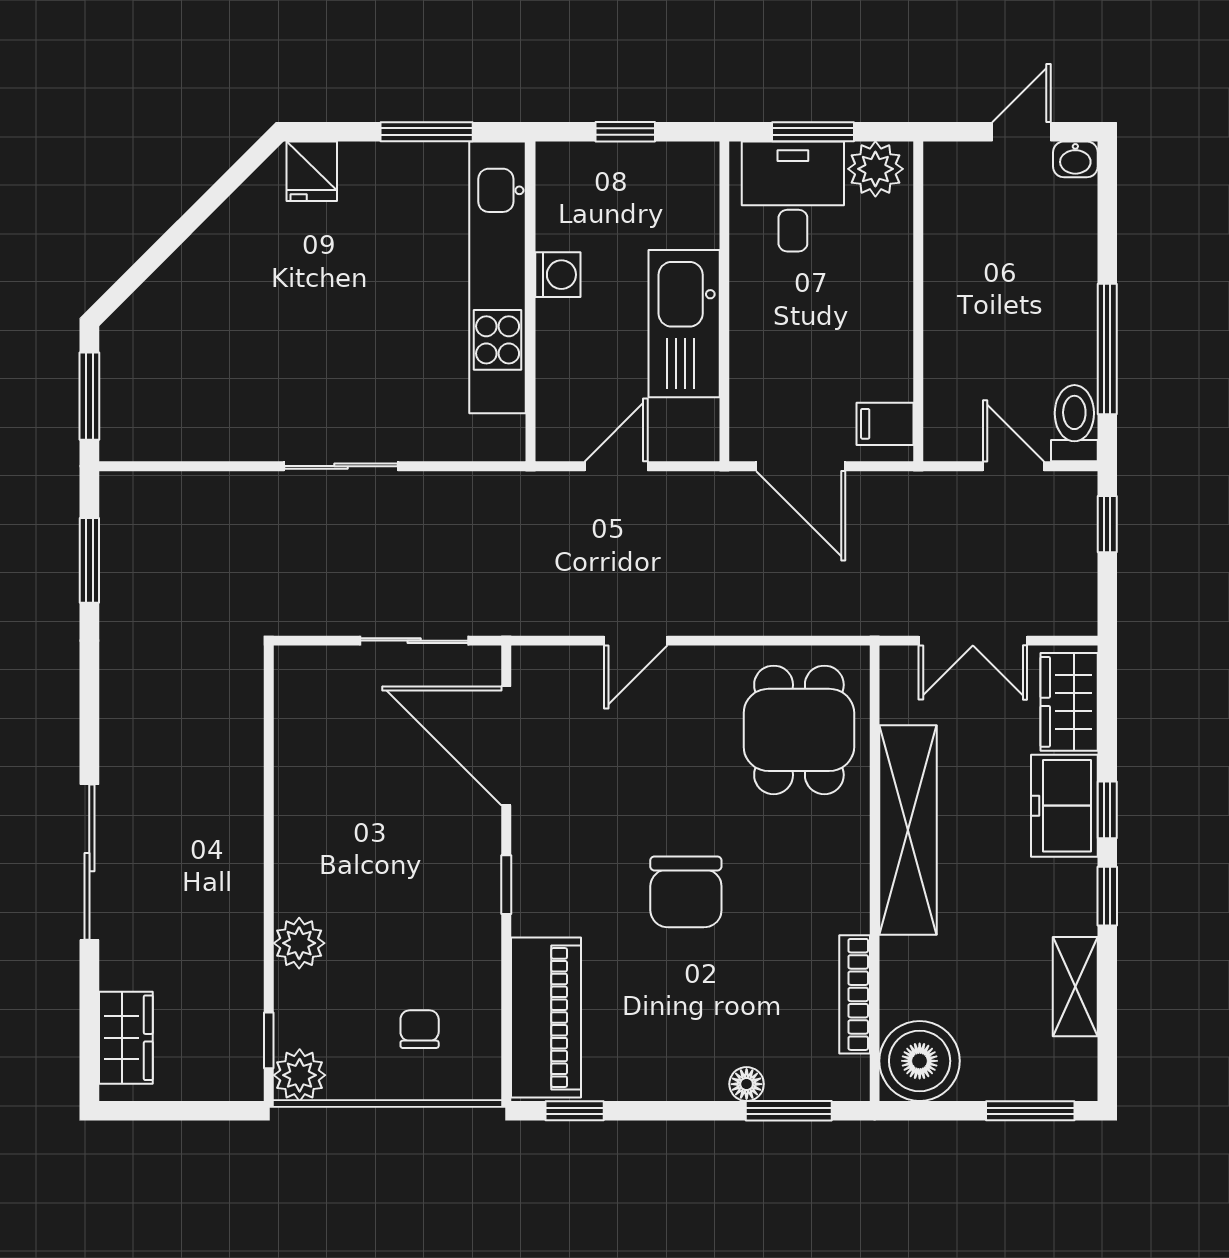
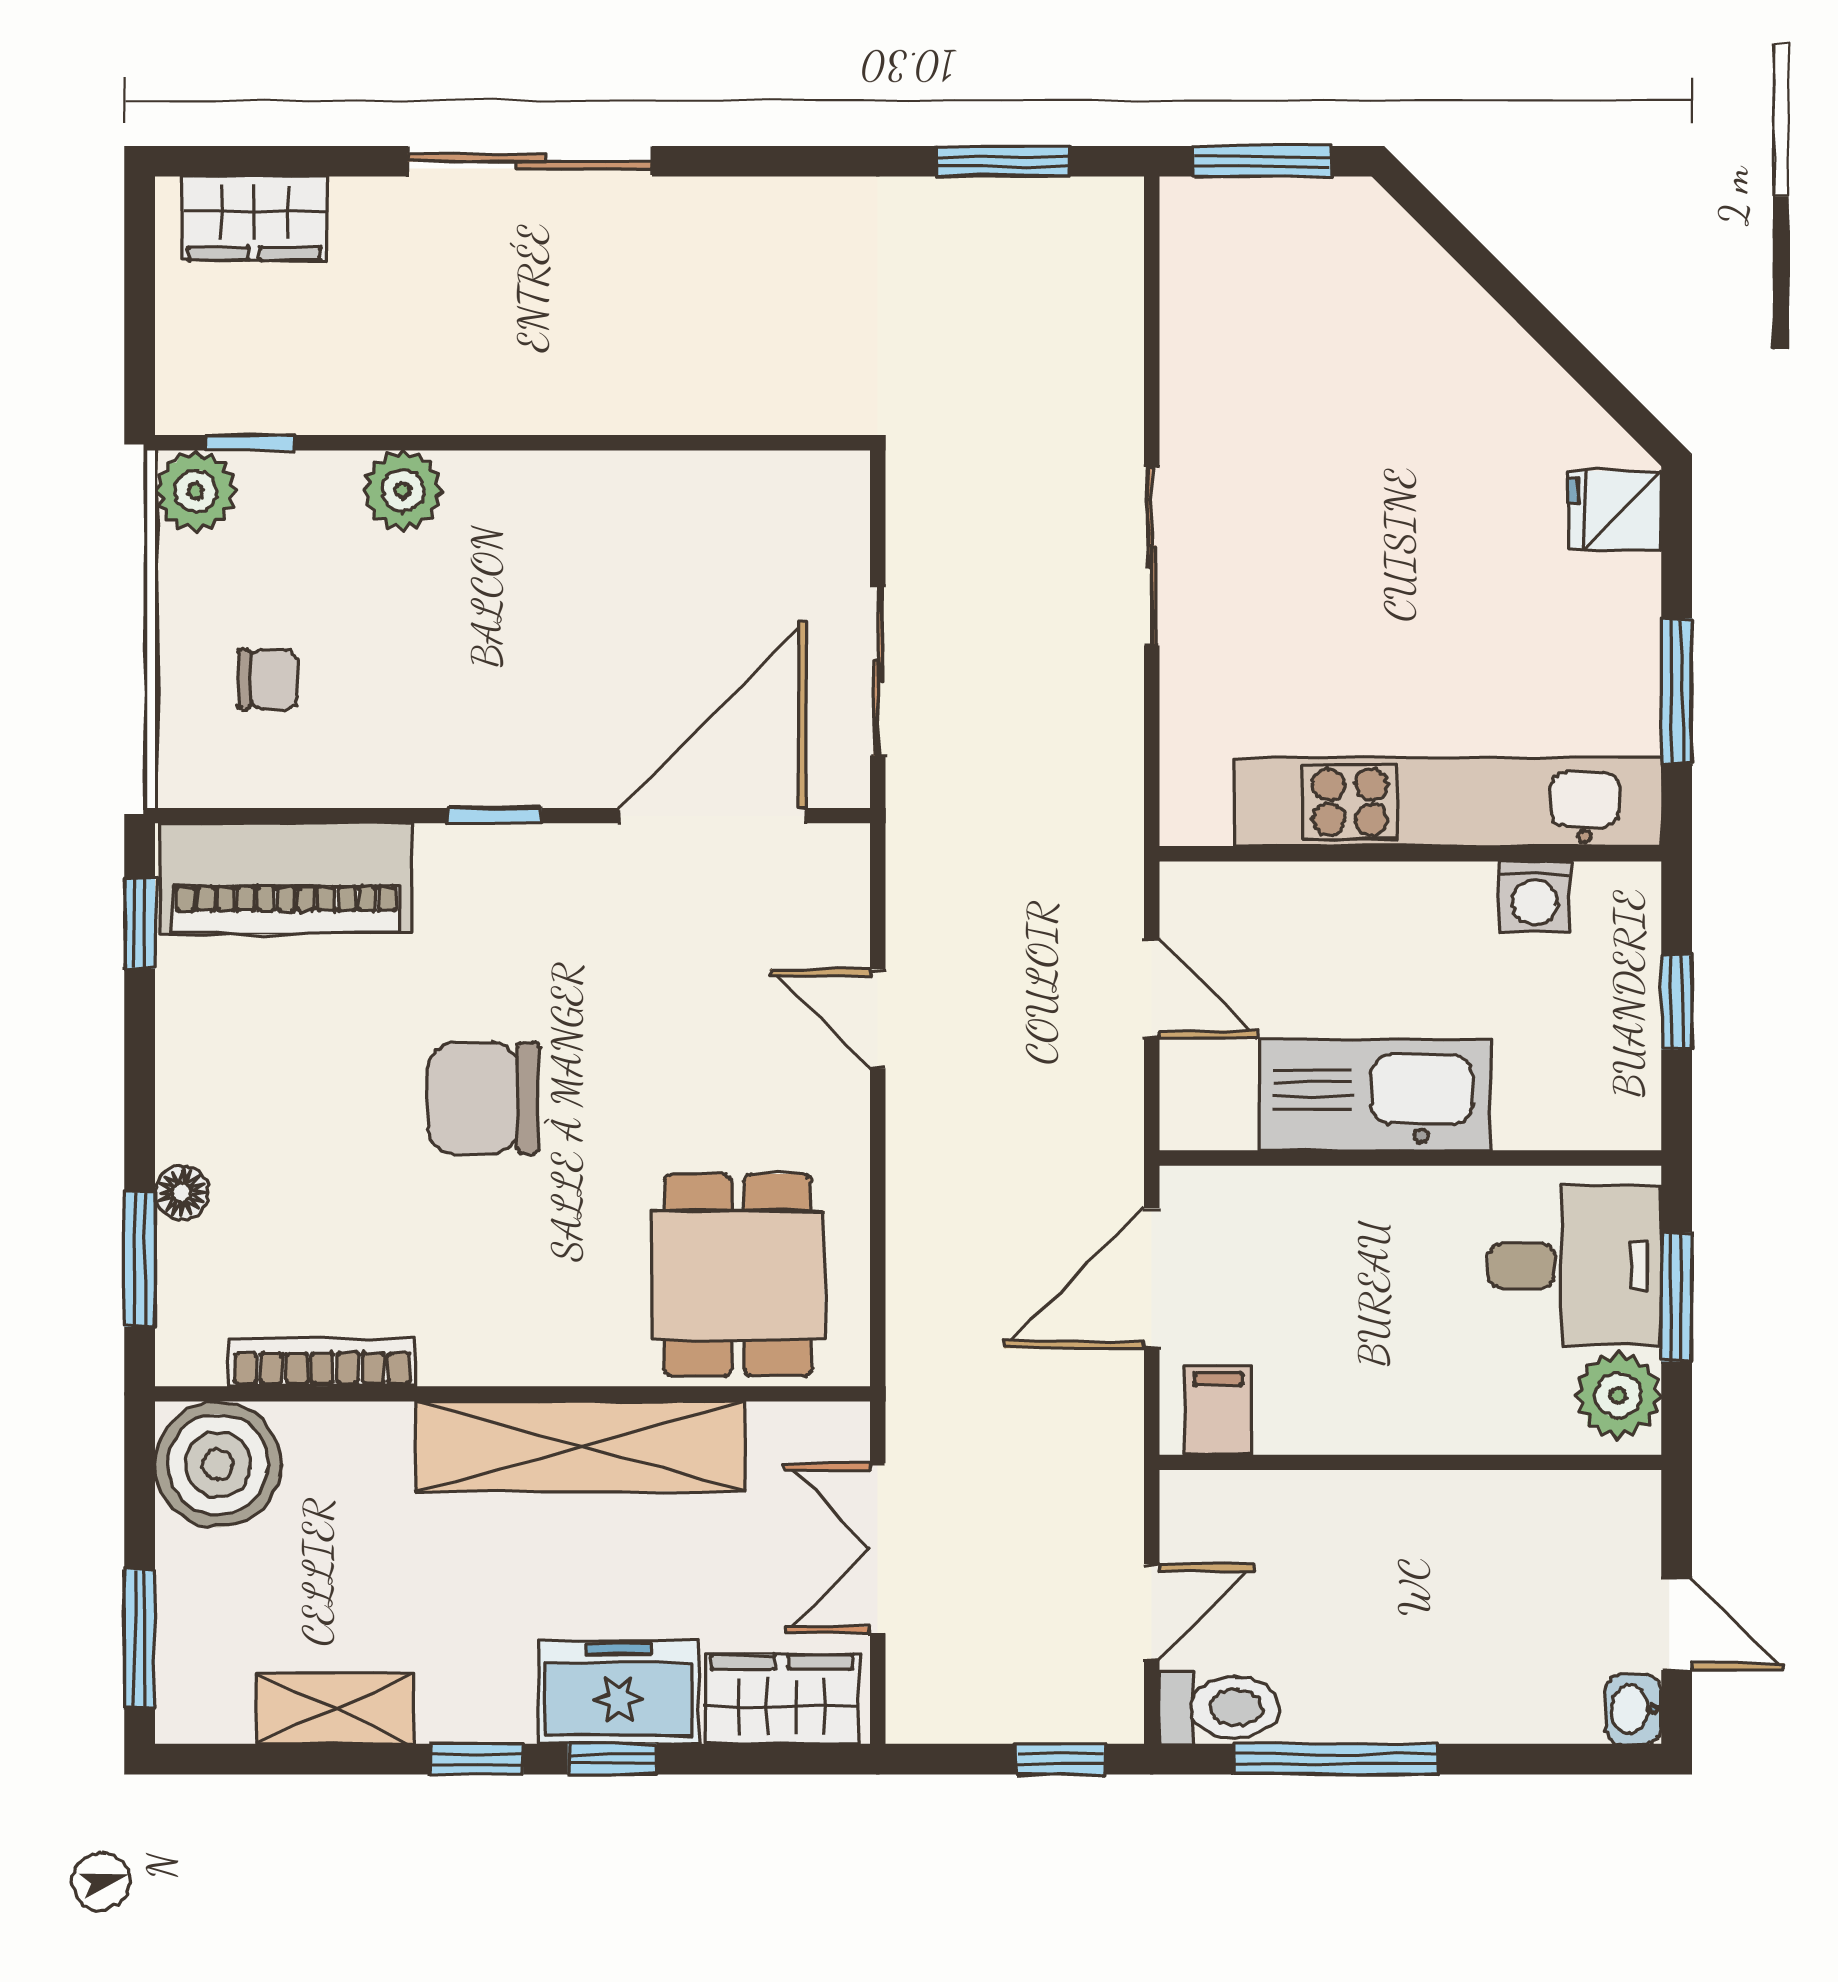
washing machine: (558, 275) -> (1535, 897), moved
dining table: (799, 730) -> (738, 1275), turned 90

